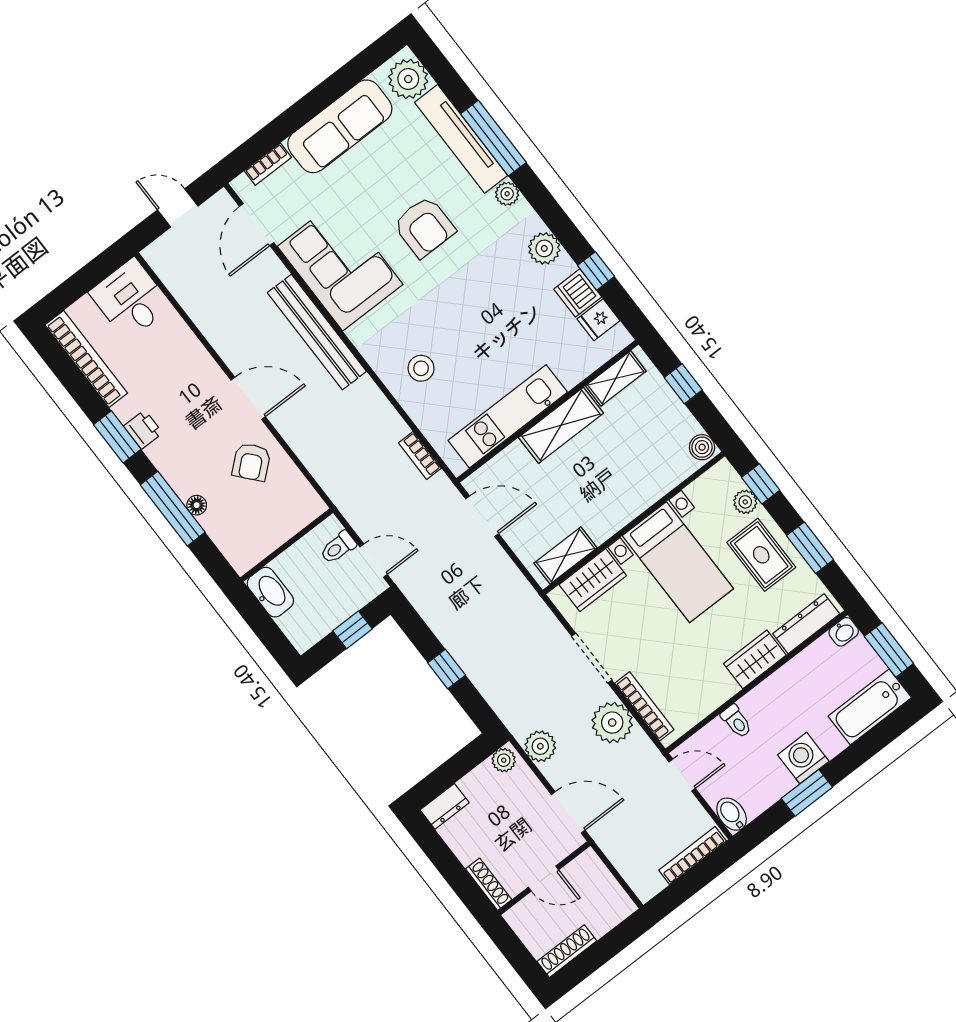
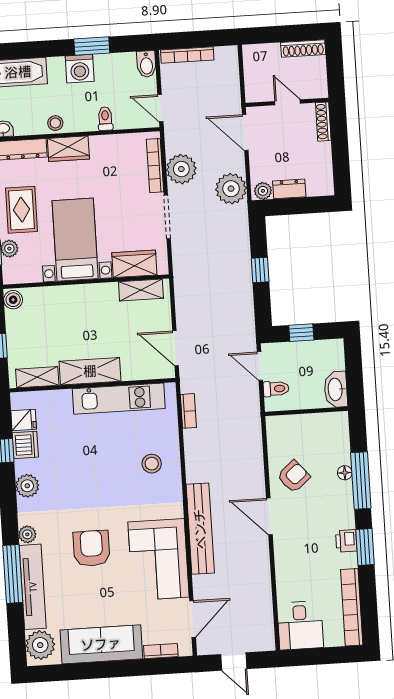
stool: (789, 678) -> (55, 123), added
plant: (540, 746) -> (231, 189), width x1.36, depth x1.36
dresser: (445, 806) -> (289, 189), moved

